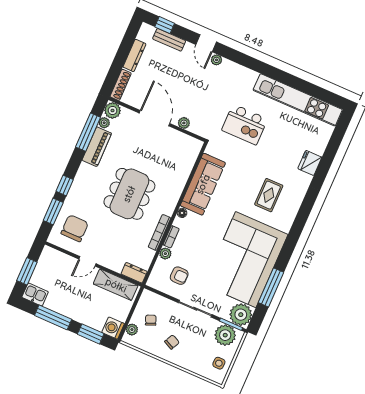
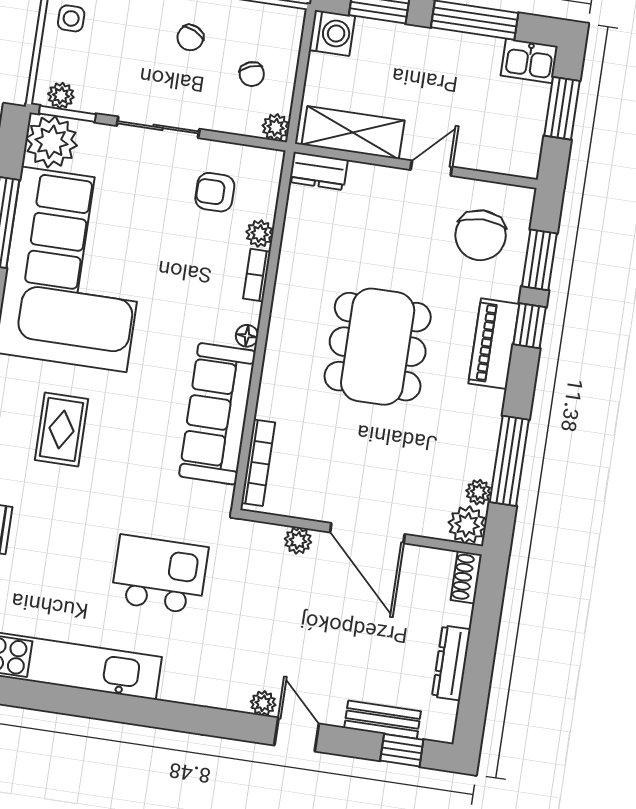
shoe rack: (121, 85) -> (466, 577), width x0.70
piano: (97, 147) -> (494, 344), moved
bookcase: (160, 232) -> (258, 463), moved
plant: (132, 330) -> (276, 127), moved
plant: (225, 335) -> (61, 95), width x0.53, depth x0.53

